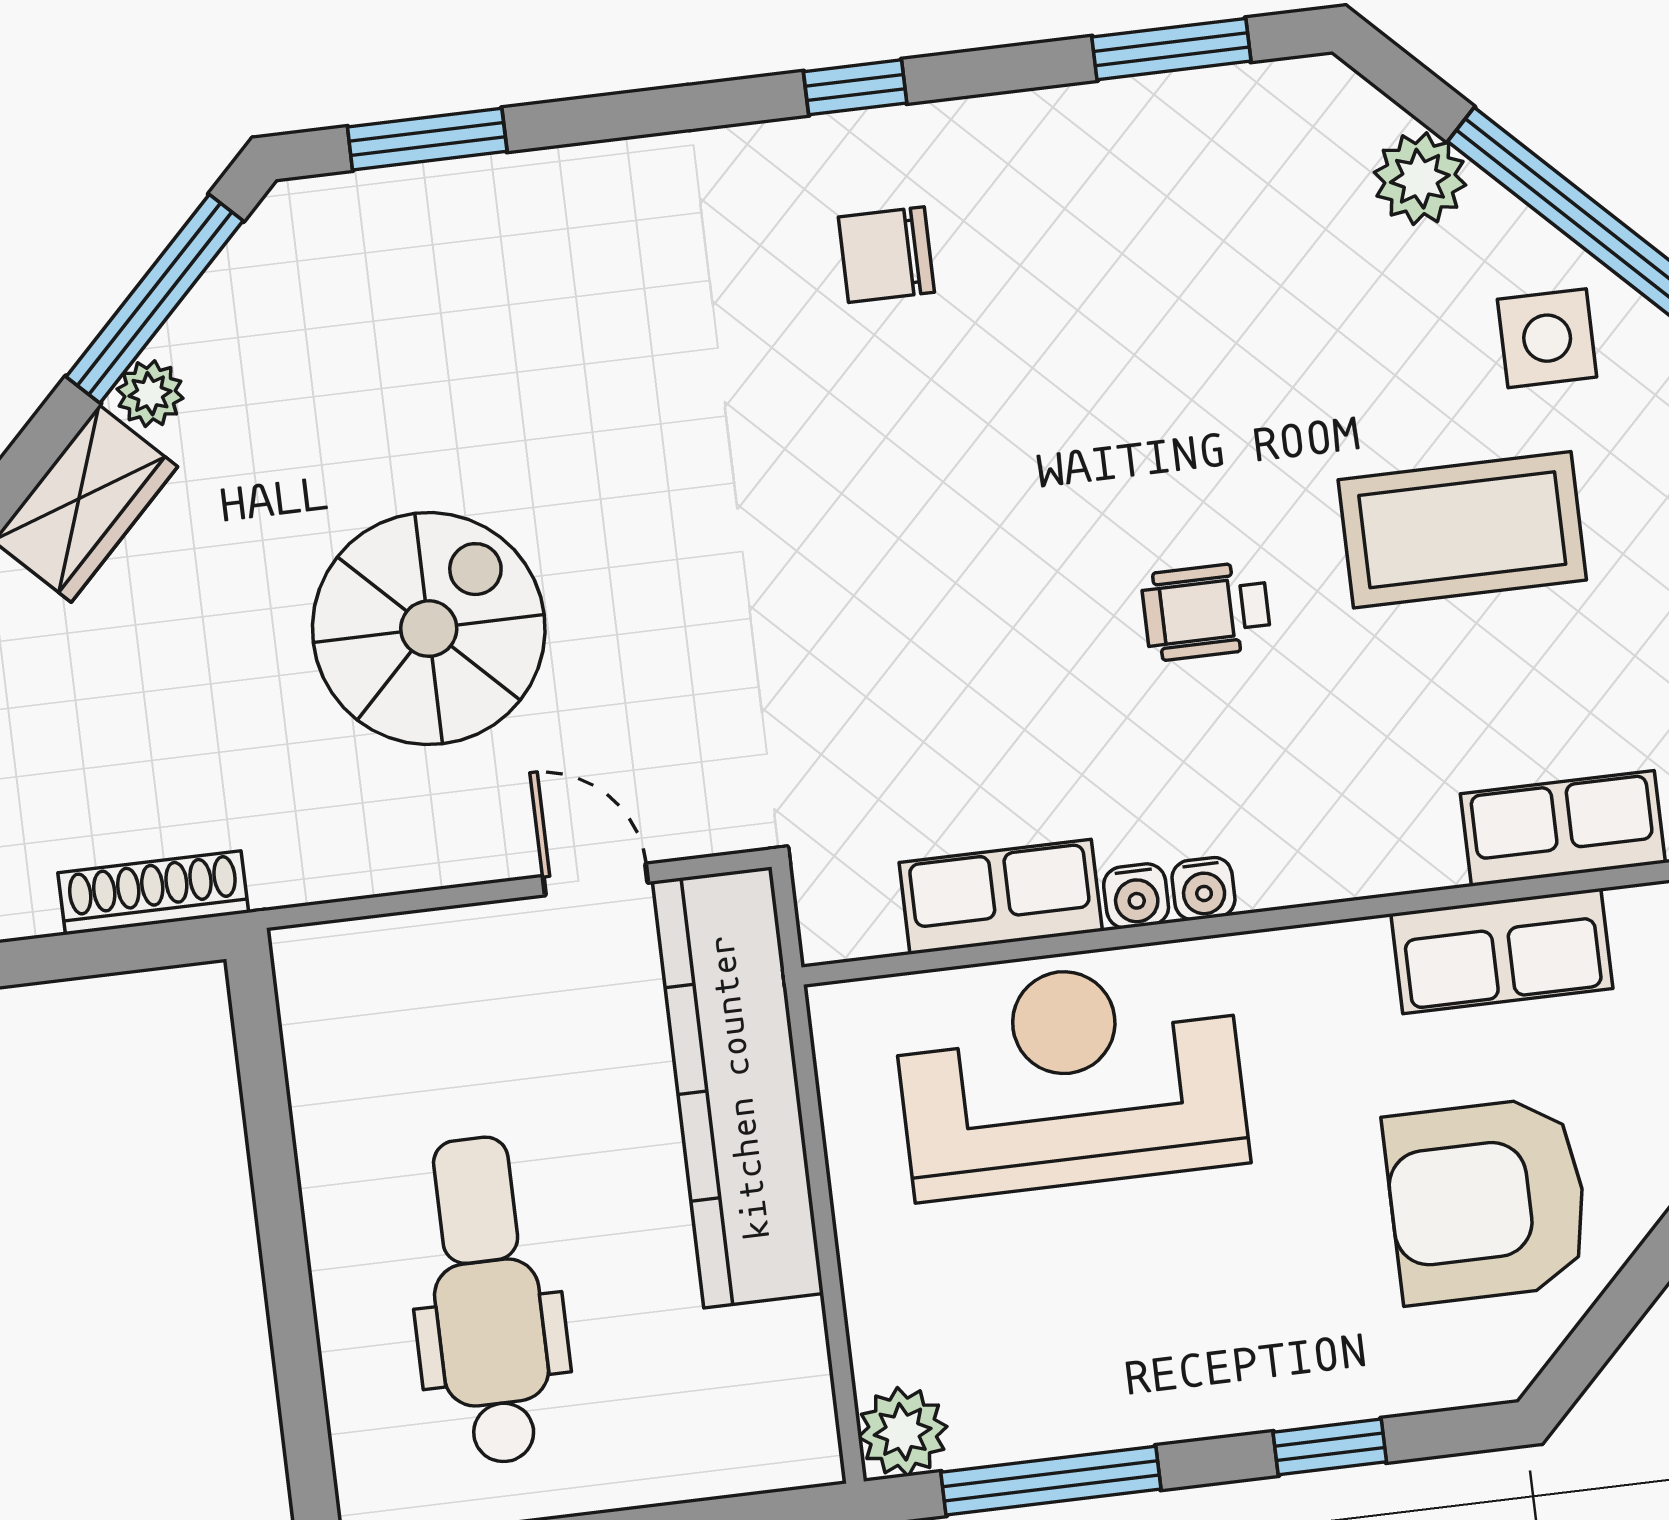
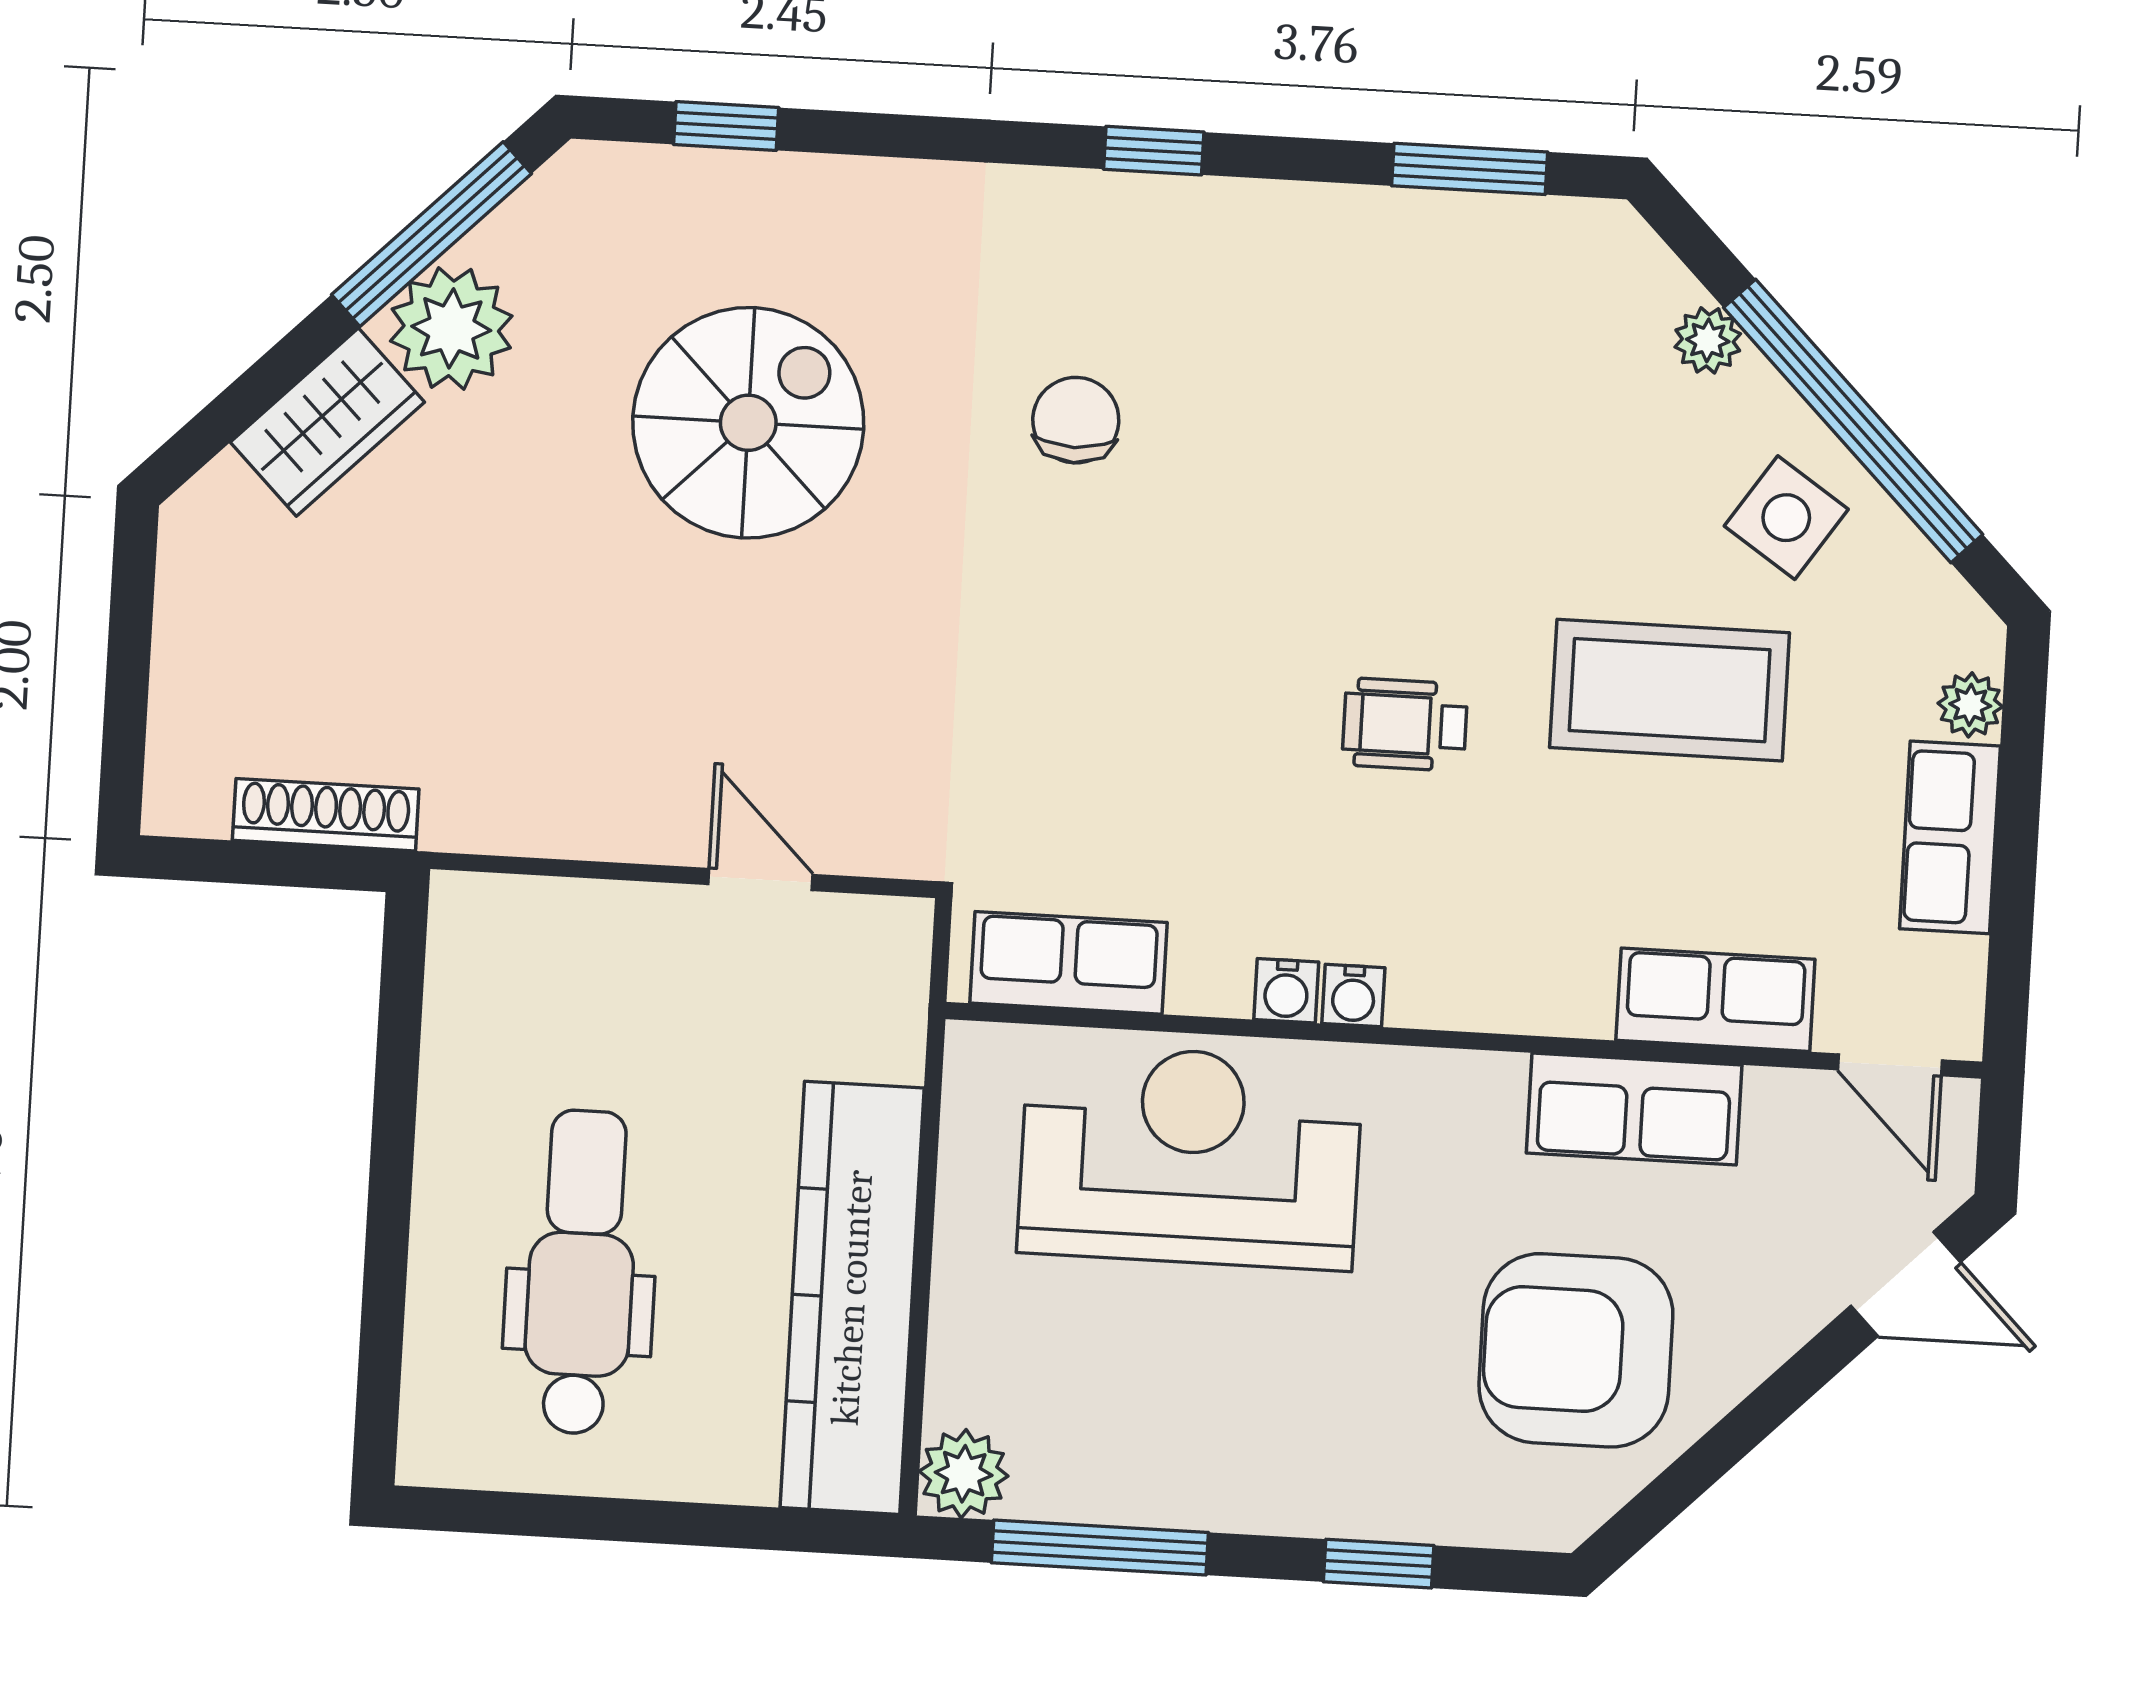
window: (427, 139) -> (726, 126), width x0.67
plant: (1420, 179) -> (1708, 340), width x0.73, depth x0.73
chair: (886, 255) -> (1076, 420), moved, turned 90
side table: (1547, 338) -> (1786, 518), turned 34
plant: (150, 394) -> (451, 328), width x1.88, depth x1.88
spiral stairs: (429, 629) -> (748, 423), moved
row of seats: (1001, 897) -> (1068, 963), moved
kitchen counter: (738, 1087) -> (852, 1298), moved

